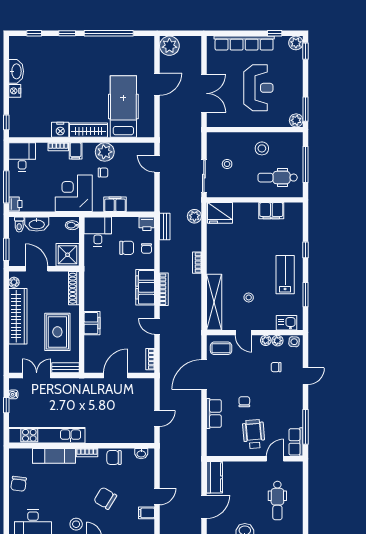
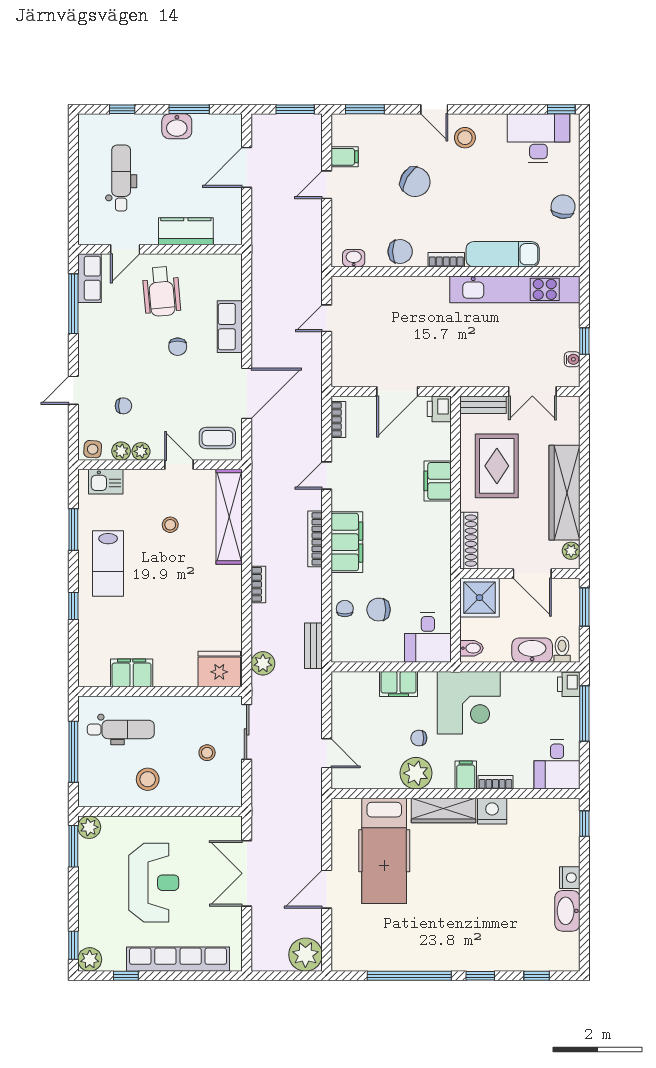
reception desk: (258, 88) -> (154, 883), turned 180
printer: (147, 224) -> (439, 409), moved, turned -90
door: (157, 326) -> (327, 476), swing flipped
kitchen counter: (214, 477) -> (186, 231), moved, turned 90

